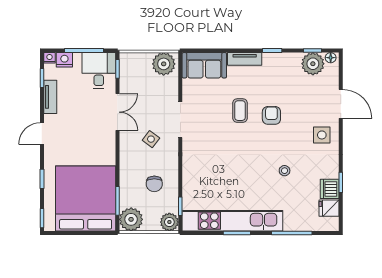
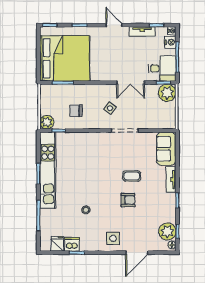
plant: (164, 64) -> (167, 93), moved
plant: (131, 219) -> (49, 93), removed

